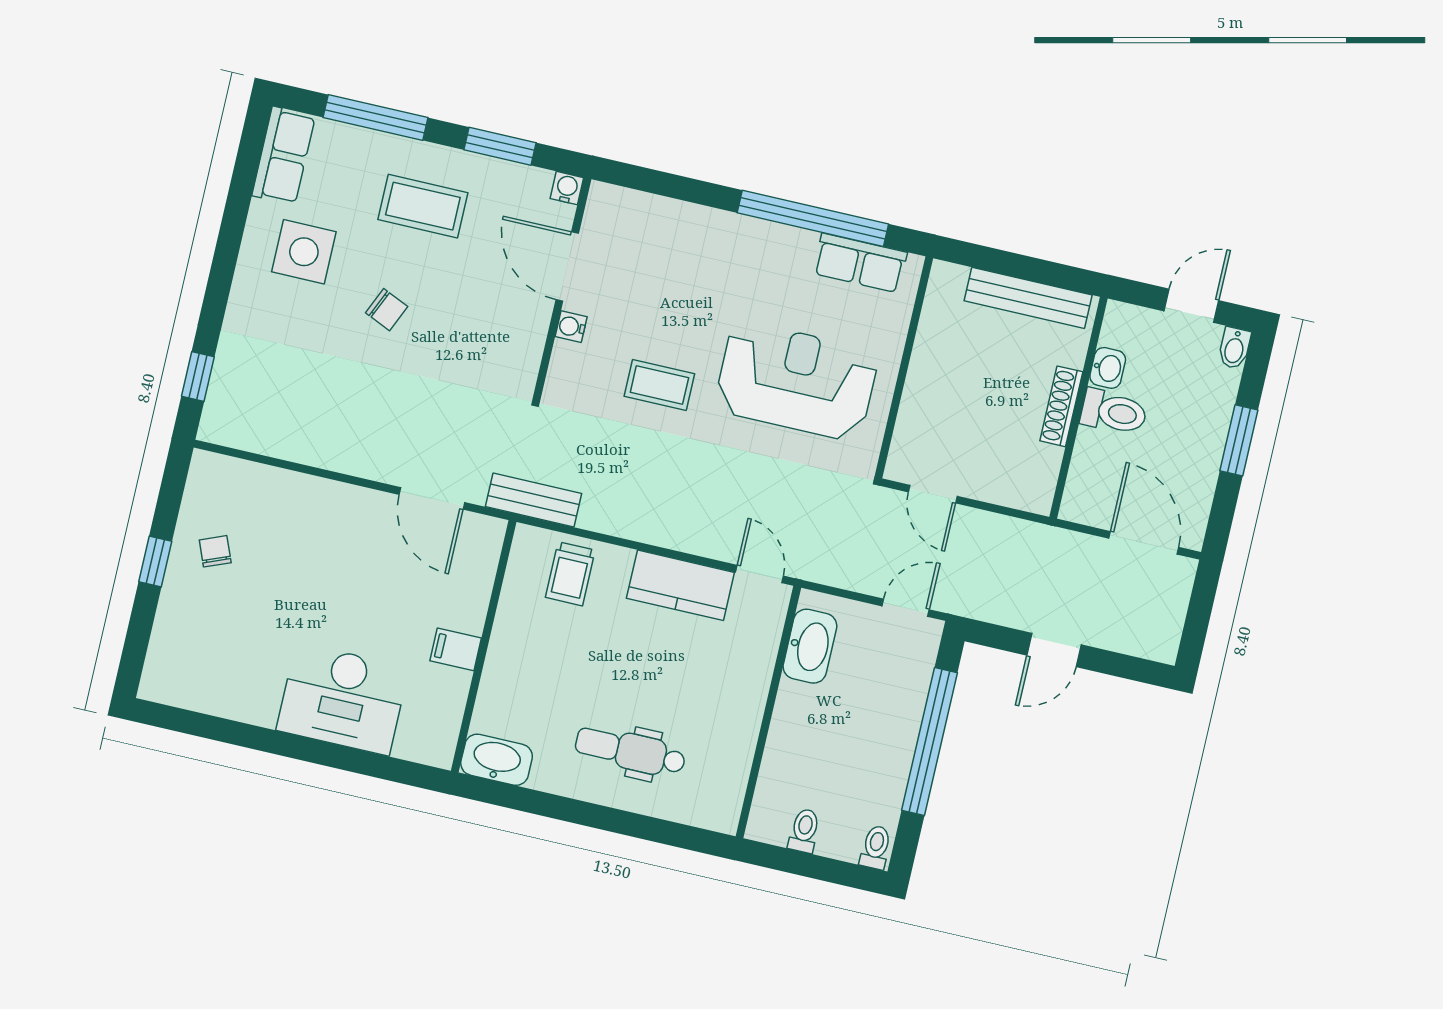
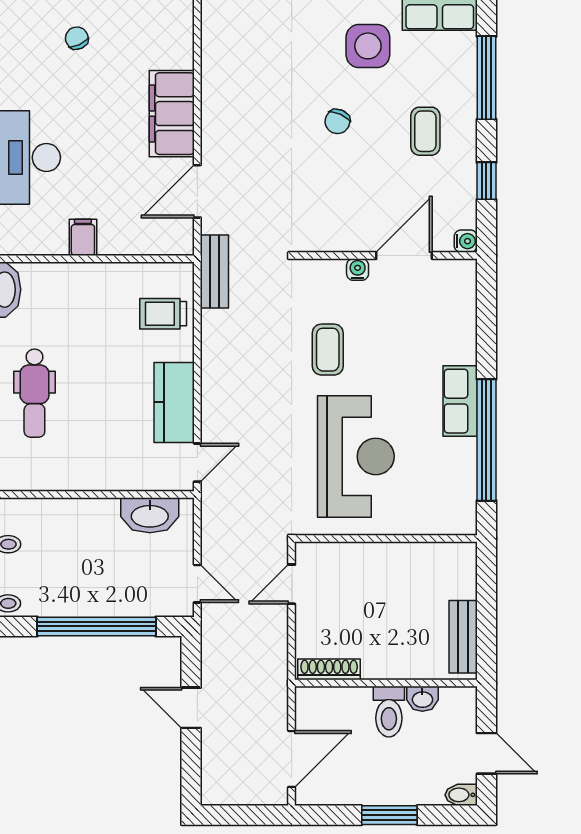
window: (500, 146) -> (486, 181), width x0.67
coffee table: (423, 206) -> (425, 131), width x0.73, depth x0.77
row of seats: (860, 263) -> (460, 401), moved
bench: (1028, 298) -> (463, 637), width x0.73
shoe rack: (1061, 406) -> (329, 669), moved
filing cabinet: (331, 508) -> (172, 114), added
chair: (215, 551) -> (77, 38), moved, turned -92
dental chair: (630, 751) -> (34, 393), turned 180

